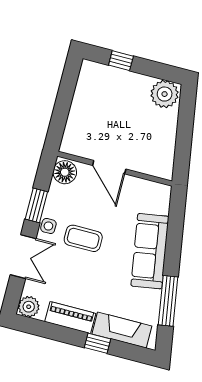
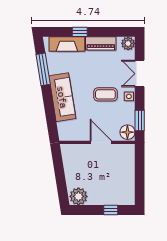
window: (36, 205) -> (140, 121), moved

